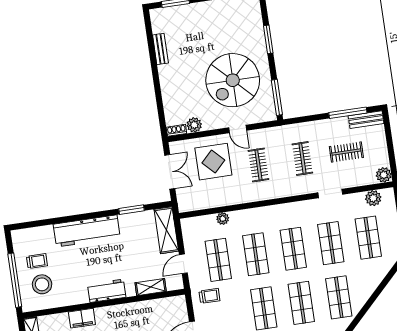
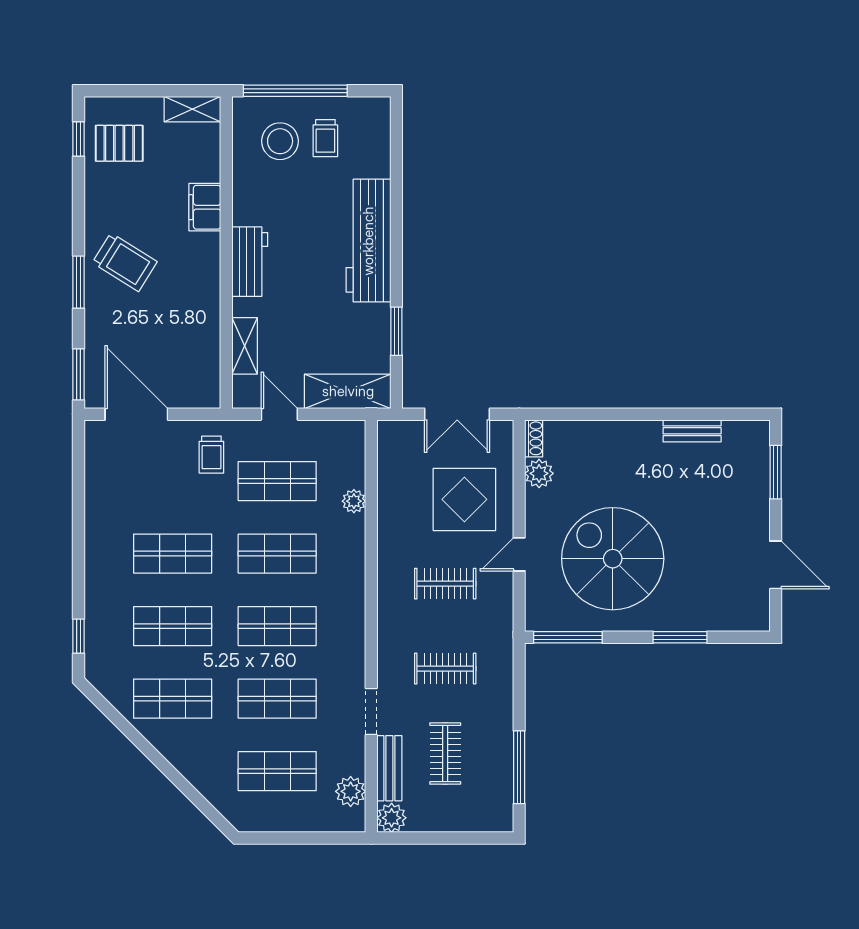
bench: (366, 120) -> (389, 768), moved

